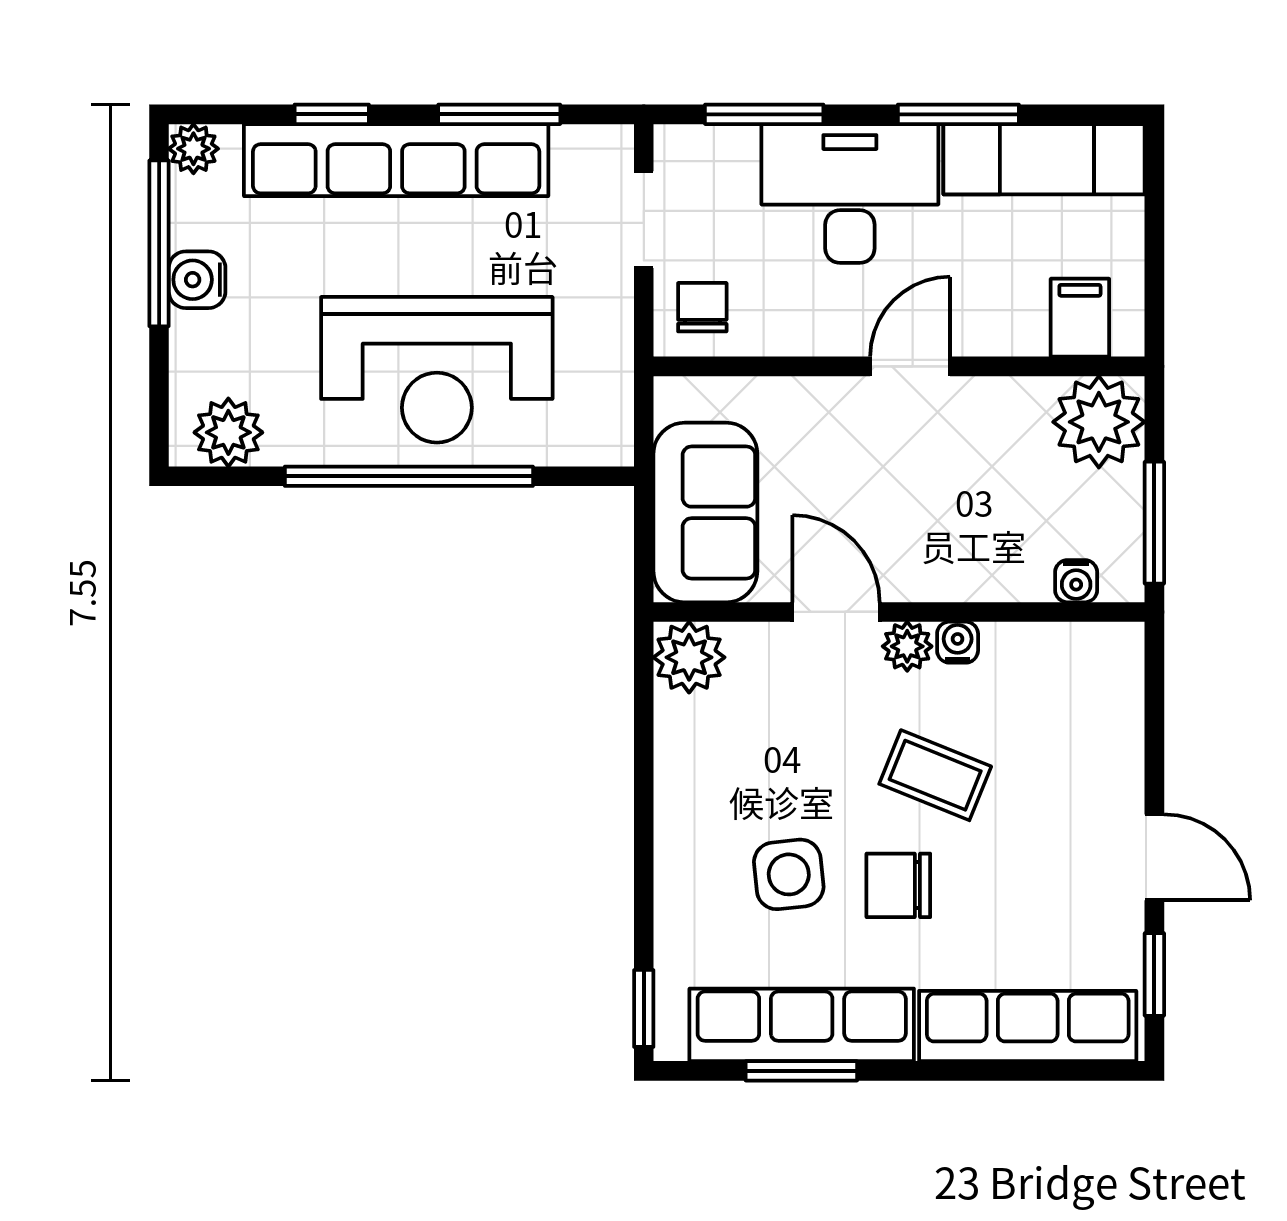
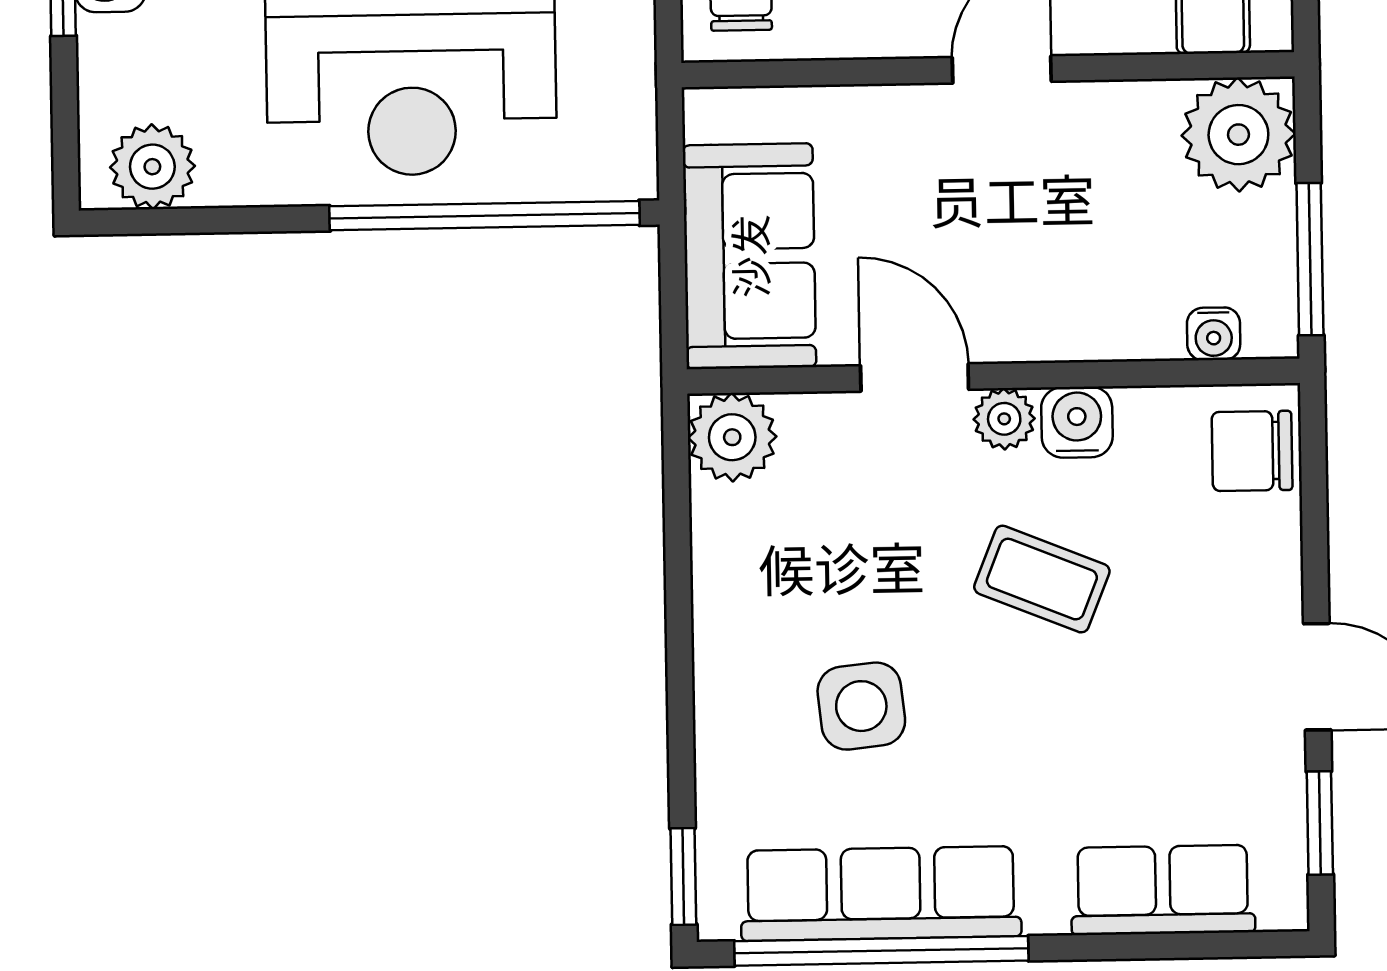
window: (409, 476) -> (485, 216), moved
water cooler: (958, 642) -> (1077, 422), width x1.38, depth x1.38
chair: (898, 885) -> (1252, 451), moved
row of seats: (1028, 1026) -> (1163, 890), width x0.68
window: (801, 1071) -> (881, 951), width x2.11

